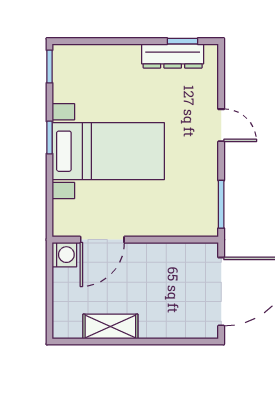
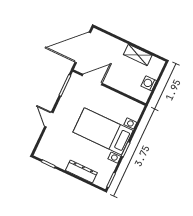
dresser: (173, 56) -> (81, 172), moved
door: (102, 240) -> (92, 79), moved
washing machine: (64, 255) -> (149, 83), moved

